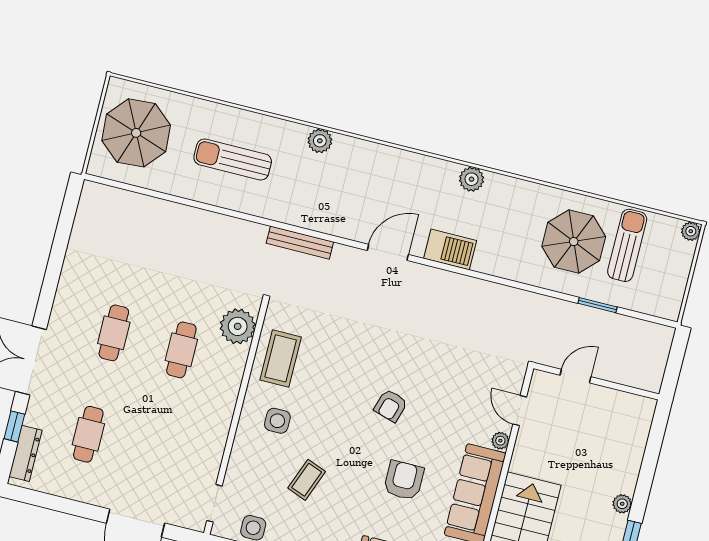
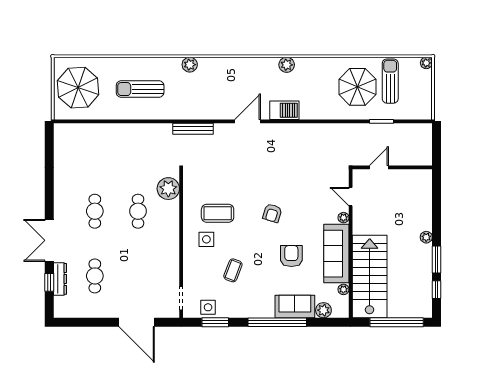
coffee table: (281, 358) -> (218, 213), moved, turned 90
dresser: (25, 453) -> (60, 279), moved

